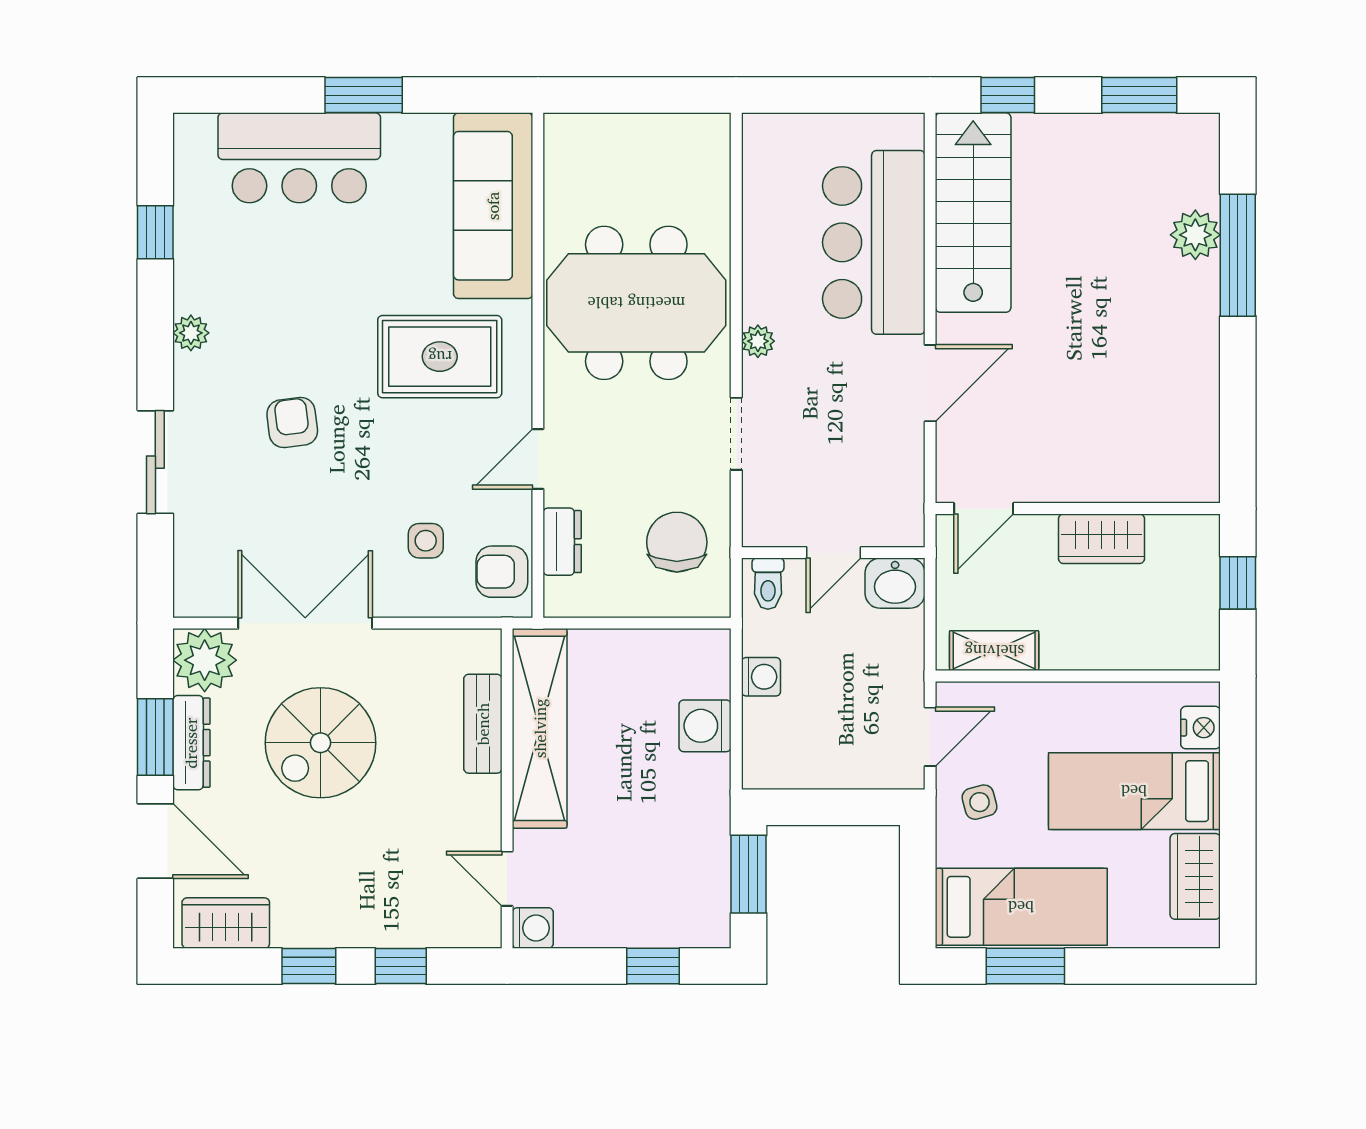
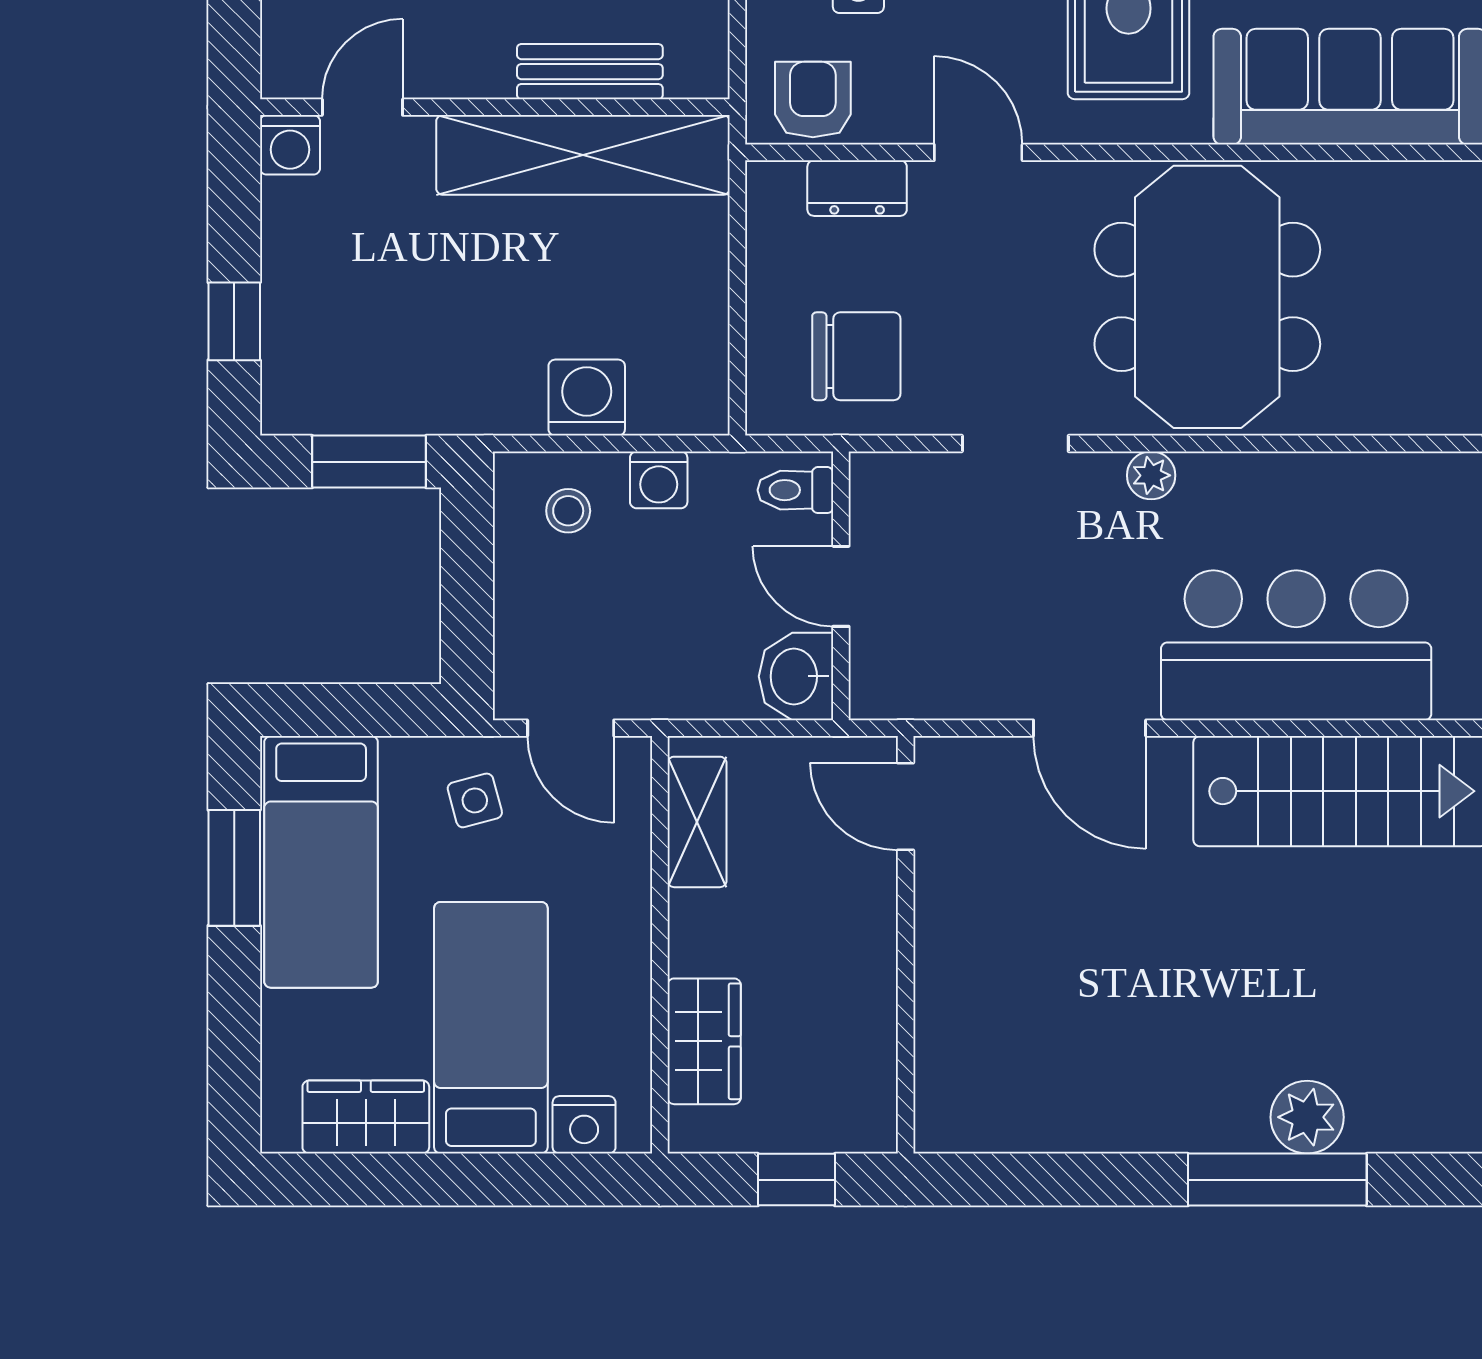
wardrobe: (1101, 539) -> (704, 1041), moved, turned 180
stool: (782, 738) -> (568, 511), added

